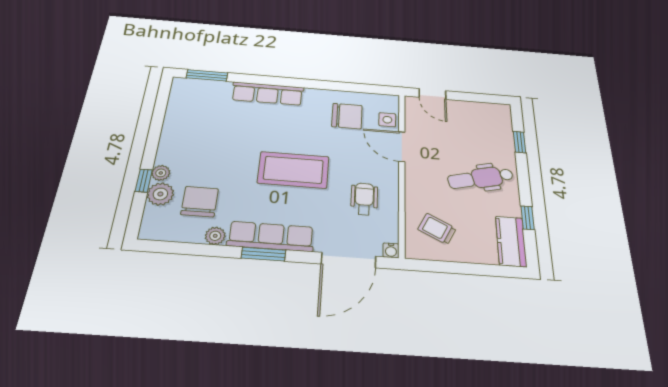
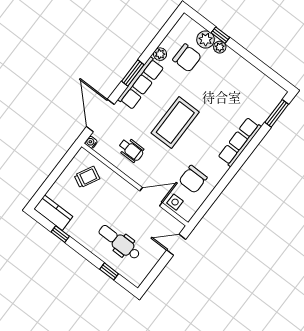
dental chair: (481, 178) -> (119, 242), moved, turned -76

